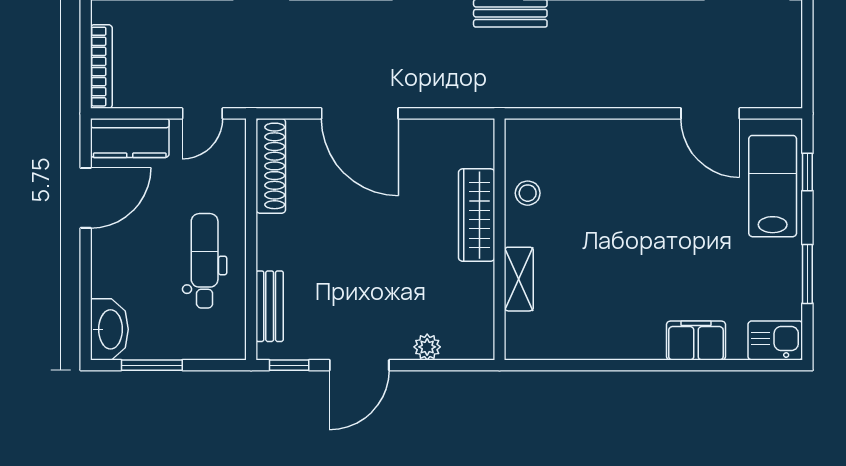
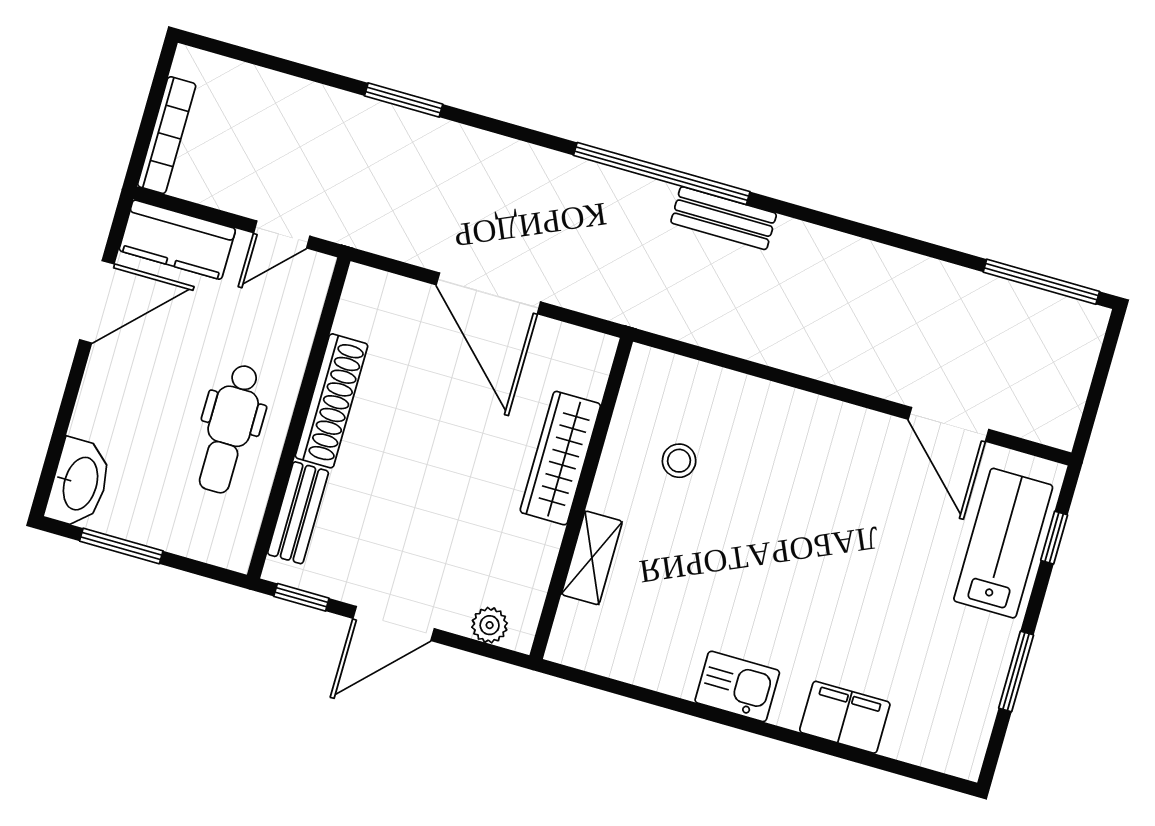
shoe rack: (271, 166) -> (331, 401), moved
wardrobe: (477, 215) -> (560, 458), moved
wall: (499, 239) -> (581, 498), moved
dental chair: (205, 261) -> (230, 429), turned 180
shelving: (519, 279) -> (592, 558), moved
kitchen sink: (775, 340) -> (737, 686), moved

